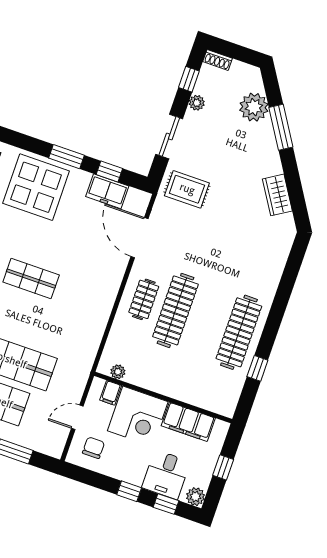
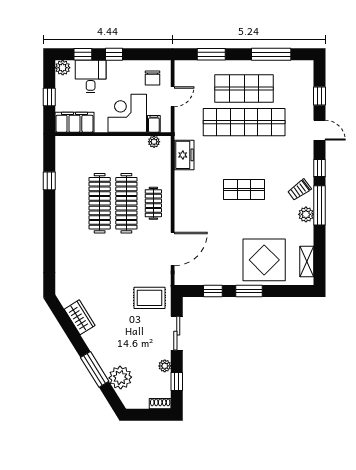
freezer: (107, 191) -> (184, 155), moved, turned 90
door: (140, 238) -> (173, 249), hinge flipped
clothes rail: (239, 332) -> (100, 203), moved
filing cabinet: (188, 422) -> (74, 122), moved

